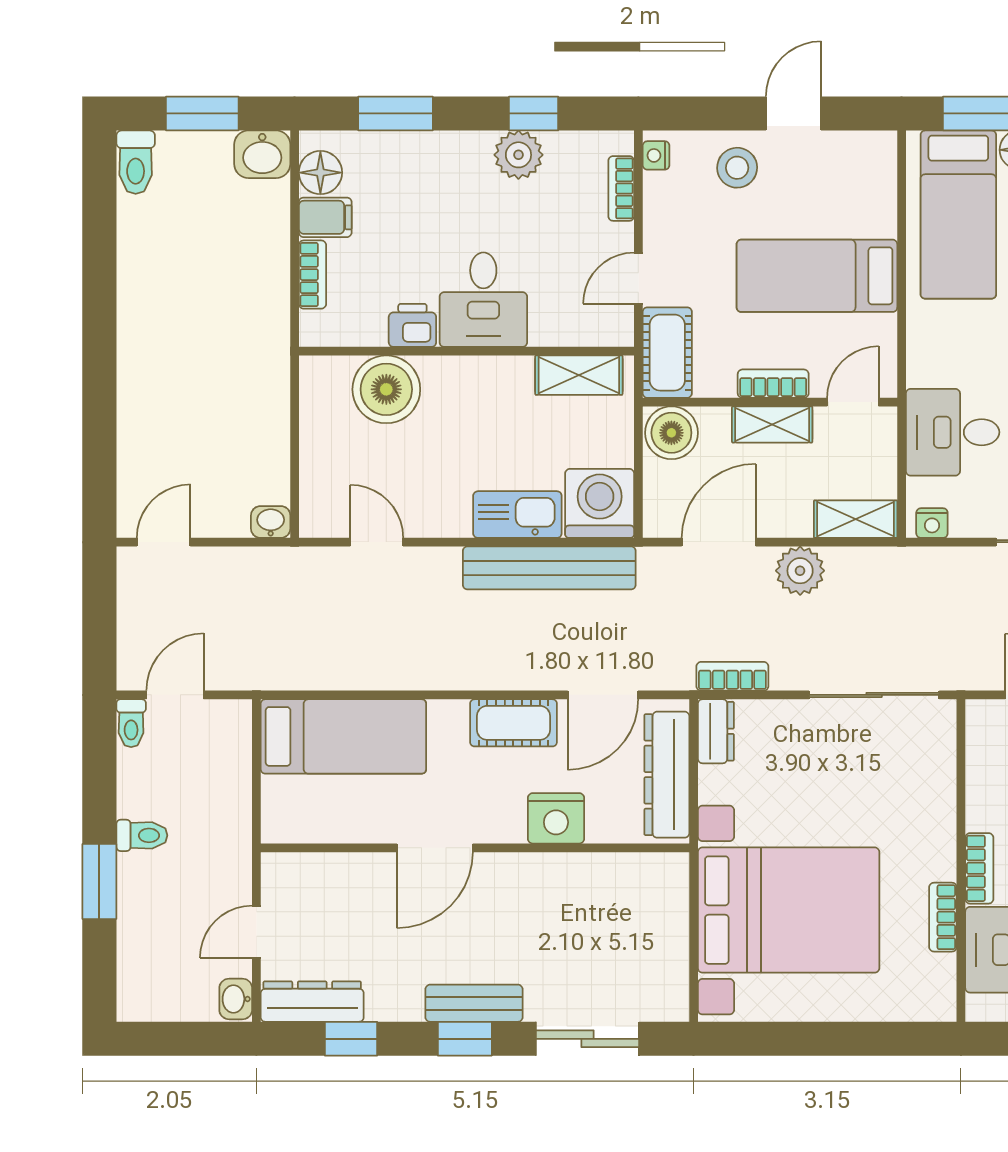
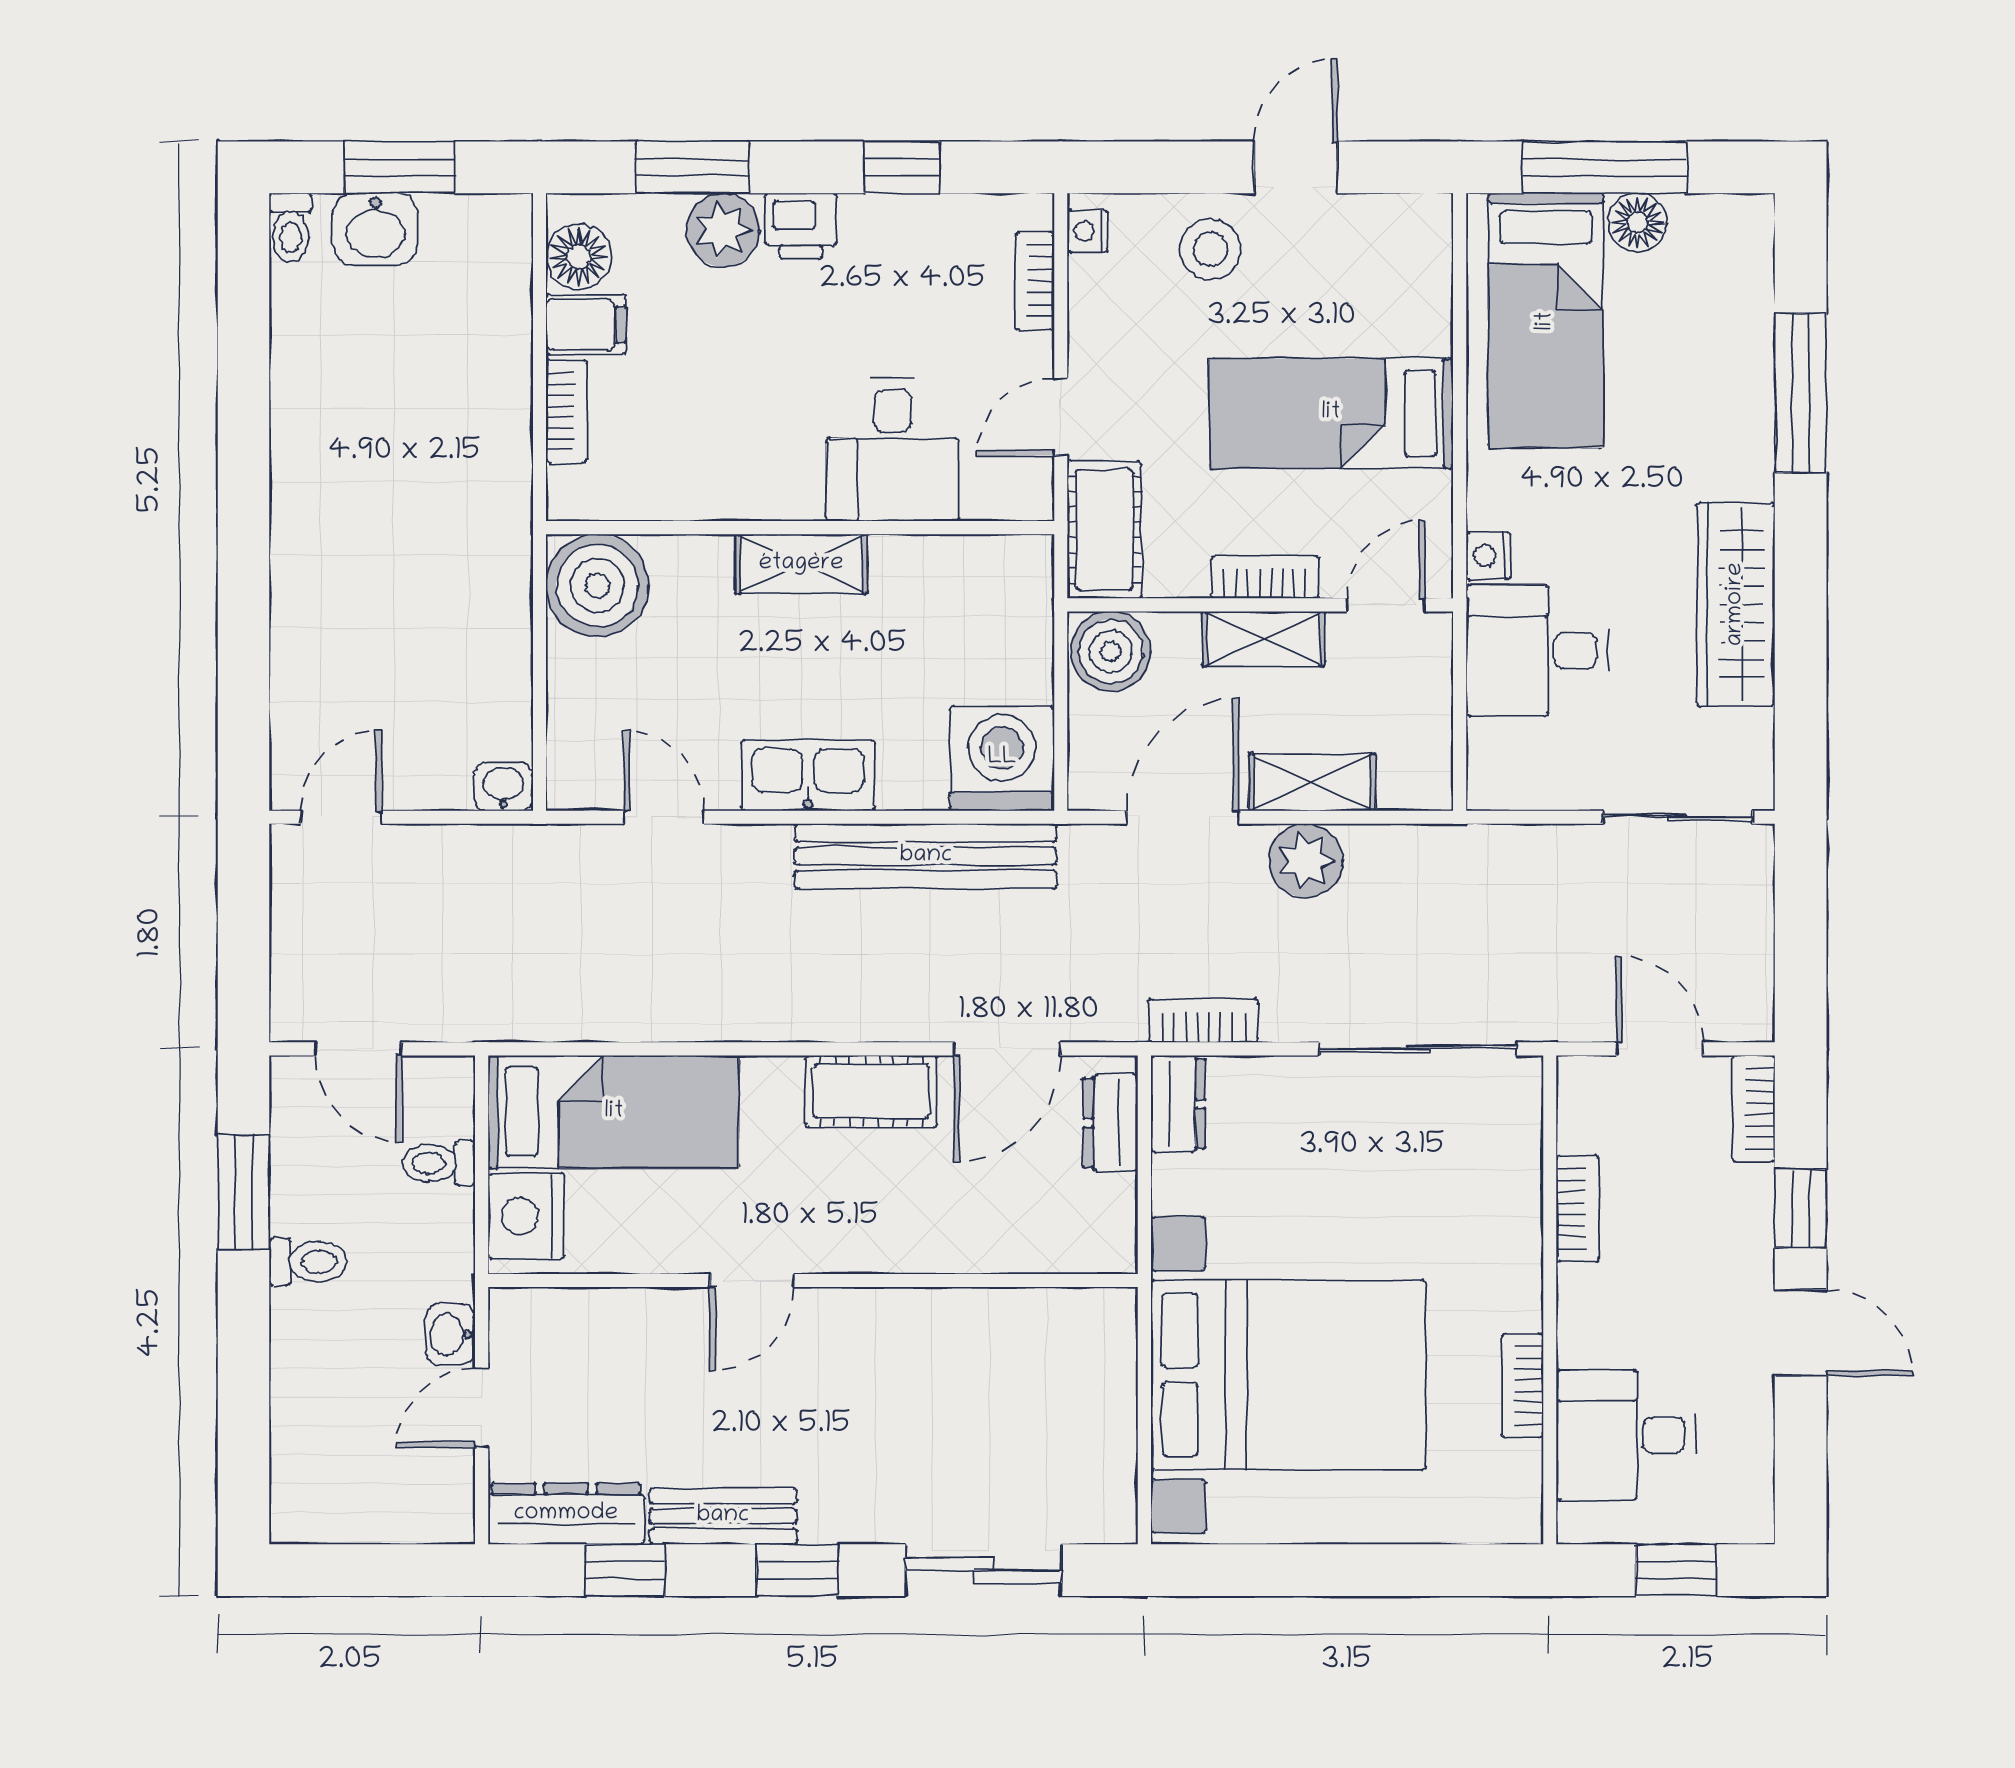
washbasin: (262, 154) -> (375, 229), moved
plant: (518, 155) -> (723, 230), moved
toilet: (136, 162) -> (291, 228), width x0.73, depth x0.72
desk: (483, 300) -> (893, 450), moved
printer: (412, 325) -> (801, 226), moved, turned 180
shelving: (579, 375) -> (801, 564), moved
boiler: (386, 389) -> (597, 585), moved
kitchen sink: (517, 515) -> (808, 775), moved
shelving: (856, 519) -> (1312, 782), moved
nightstand: (932, 523) -> (1489, 556), moved, turned 90
door: (175, 695) -> (358, 1049), swing flipped
toilet: (131, 723) -> (439, 1163), moved, turned 90
dresser: (667, 775) -> (1111, 1123), width x0.51, depth x0.80
nightstand: (556, 818) -> (526, 1216), moved, turned 90
door: (435, 848) -> (752, 1280), width x0.73
bookcase: (979, 868) -> (1578, 1209), moved
window: (99, 882) -> (243, 1192), moved
washbasin: (236, 999) -> (450, 1334), moved
bench: (474, 1003) -> (723, 1516), moved

